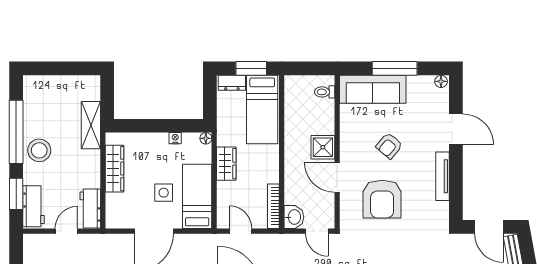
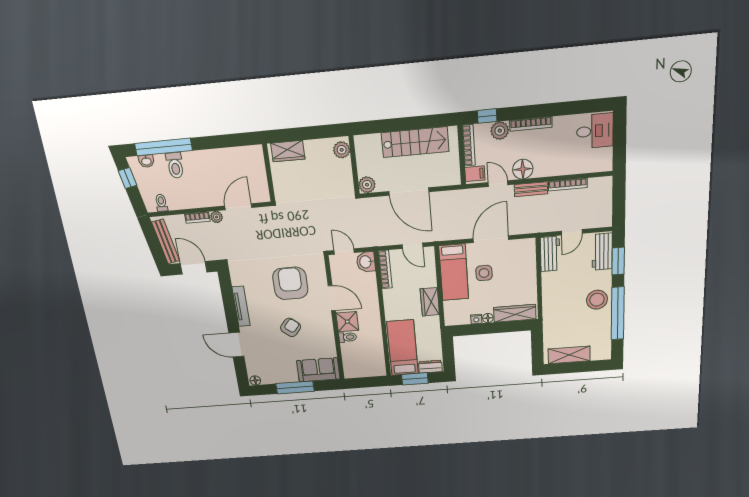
sofa: (373, 89) -> (318, 370), width x0.73
toilet: (325, 92) -> (348, 337), moved
shelving: (91, 125) -> (569, 355), moved, turned 90
floor lamp: (206, 138) -> (488, 318), moved
wardrobe: (115, 169) -> (515, 313), moved, turned 90

